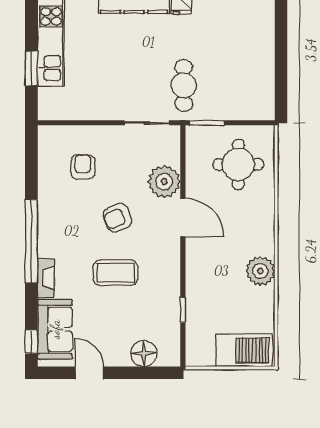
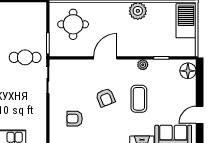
plant: (164, 182) -> (143, 65), moved, width x0.53, depth x0.53
floor lamp: (144, 353) -> (188, 71), moved

